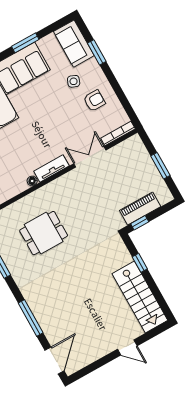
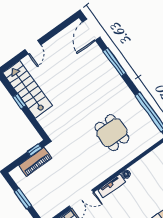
dining table: (44, 233) -> (112, 133), turned 90
window: (140, 263) -> (19, 101), moved
door: (127, 347) -> (33, 47), swing flipped

